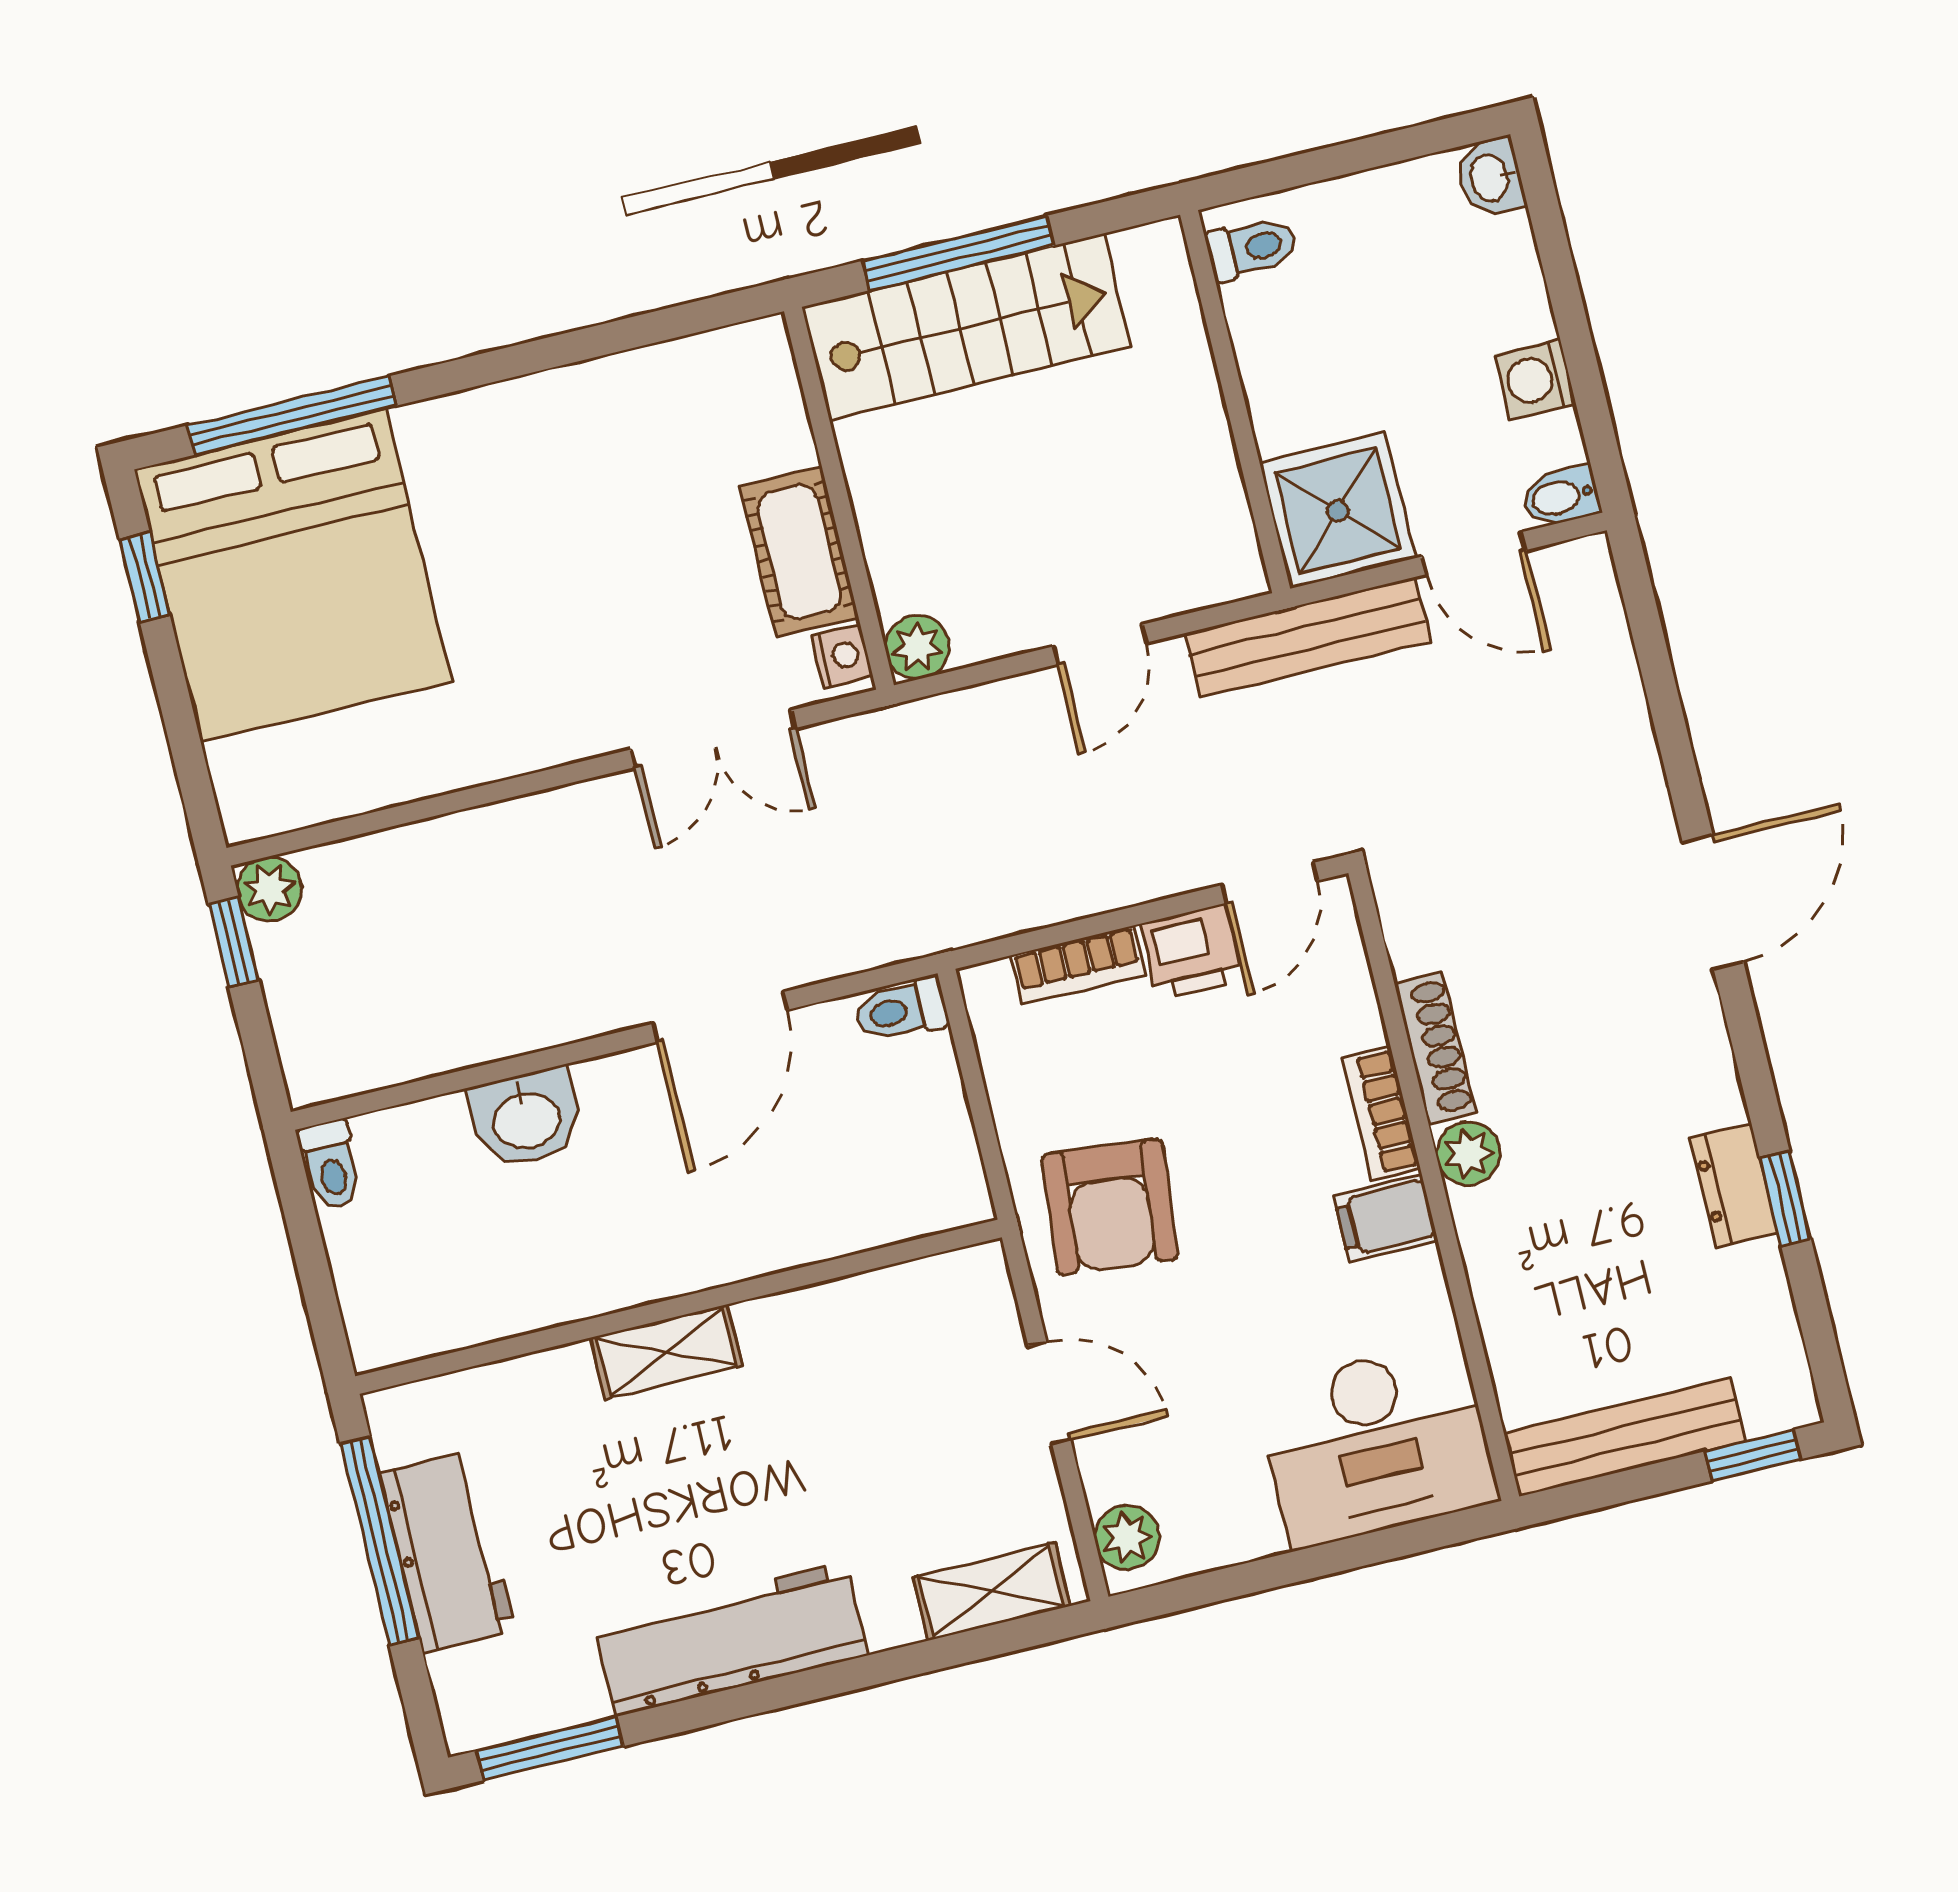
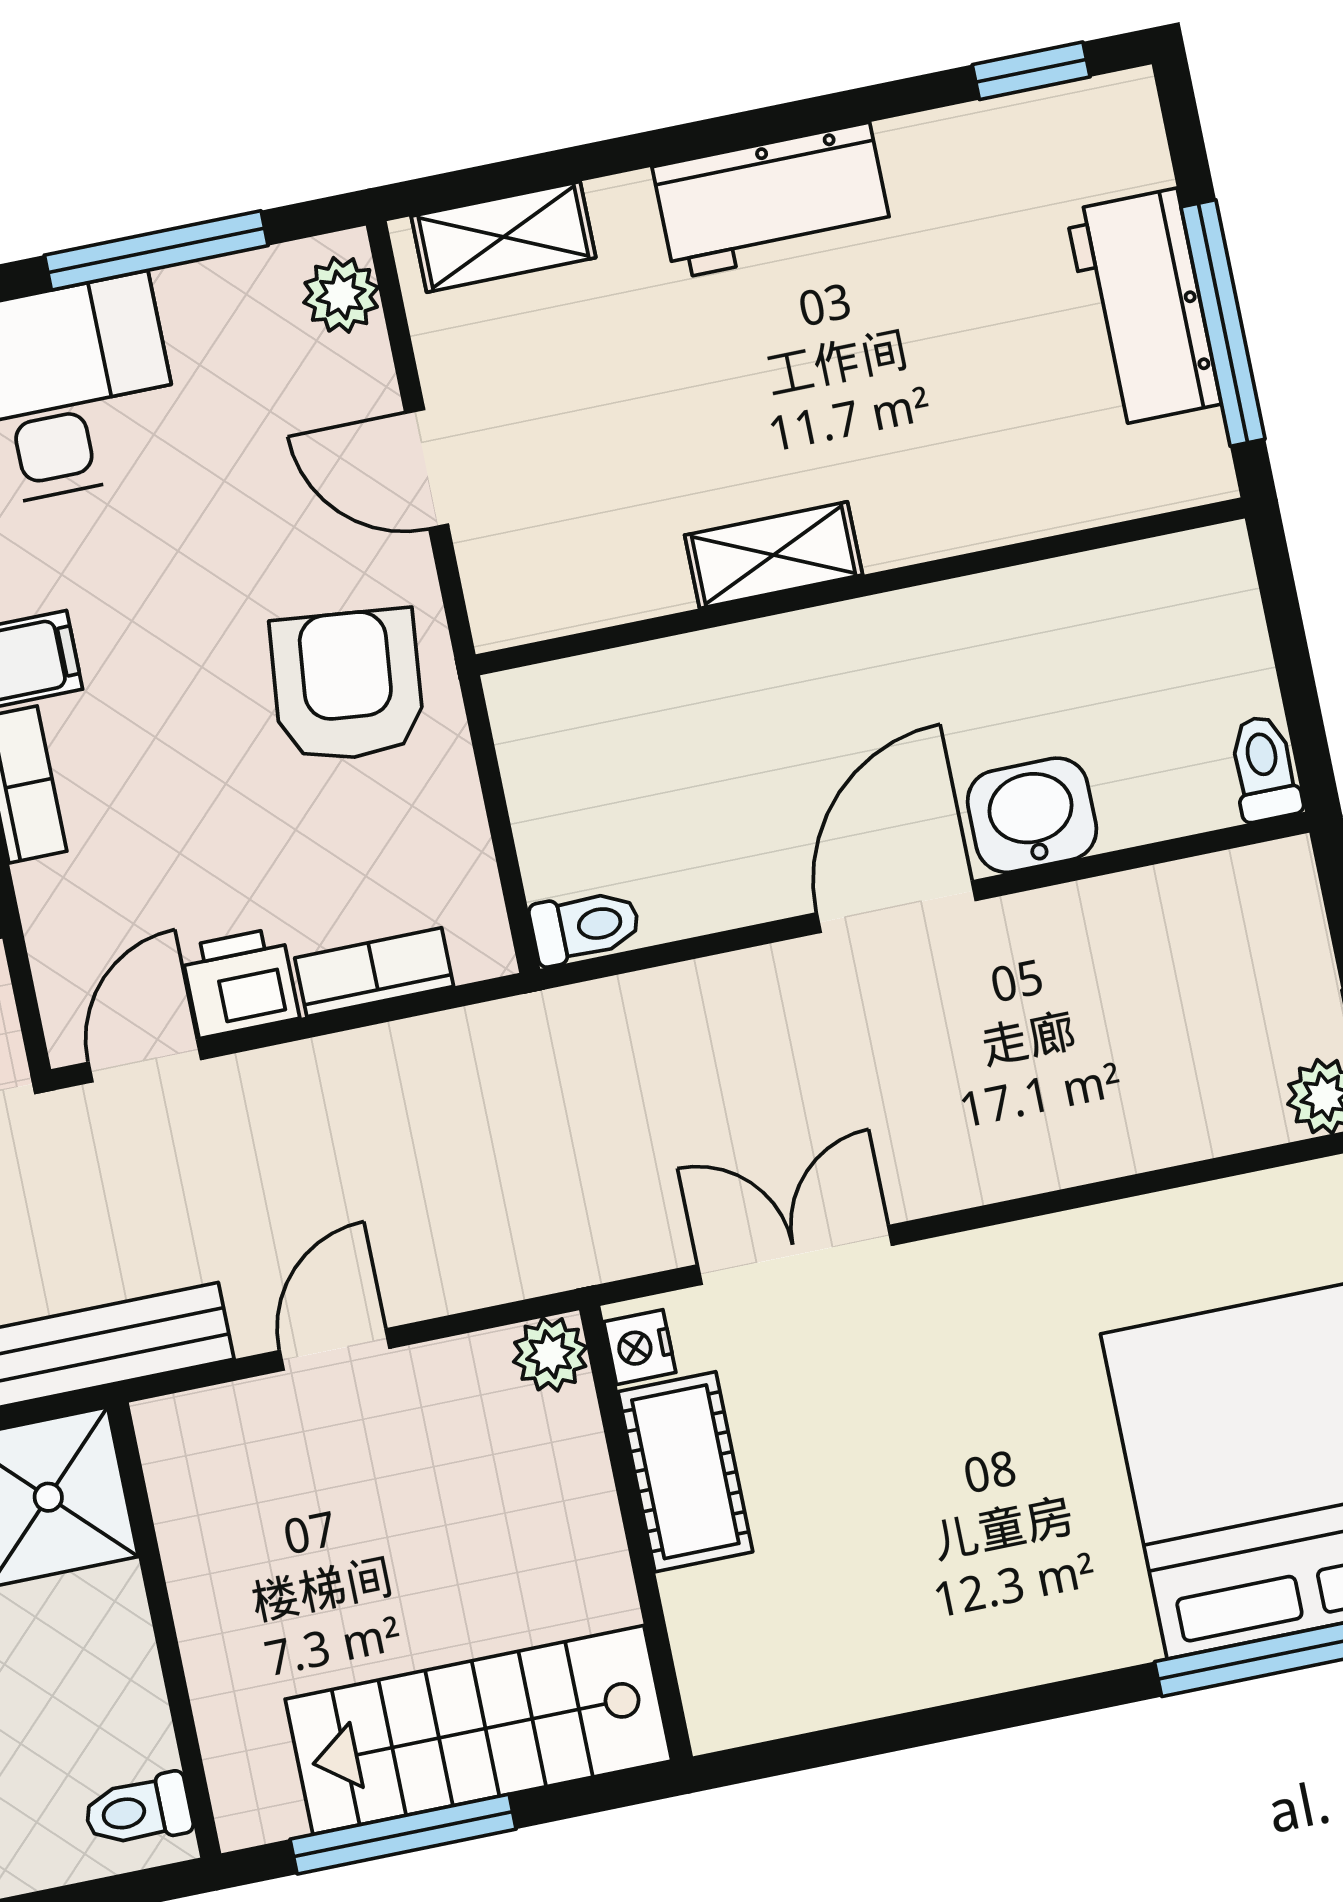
window: (958, 253) -> (403, 1834), moved
door: (720, 1017) -> (896, 907), moved
shelving: (666, 1352) -> (774, 555), moved
window: (1285, 1569) -> (156, 250), added
workbench: (731, 1639) -> (772, 201), width x0.73
window: (550, 1748) -> (1031, 71), width x0.67

